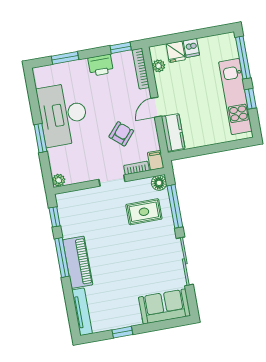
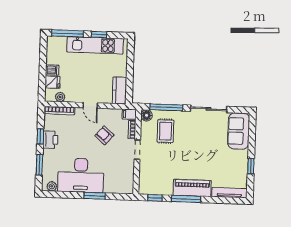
window: (121, 48) -> (40, 136), moved
kitchen counter: (173, 132) -> (119, 90), moved, turned -90
plant: (59, 180) -> (52, 186), moved

